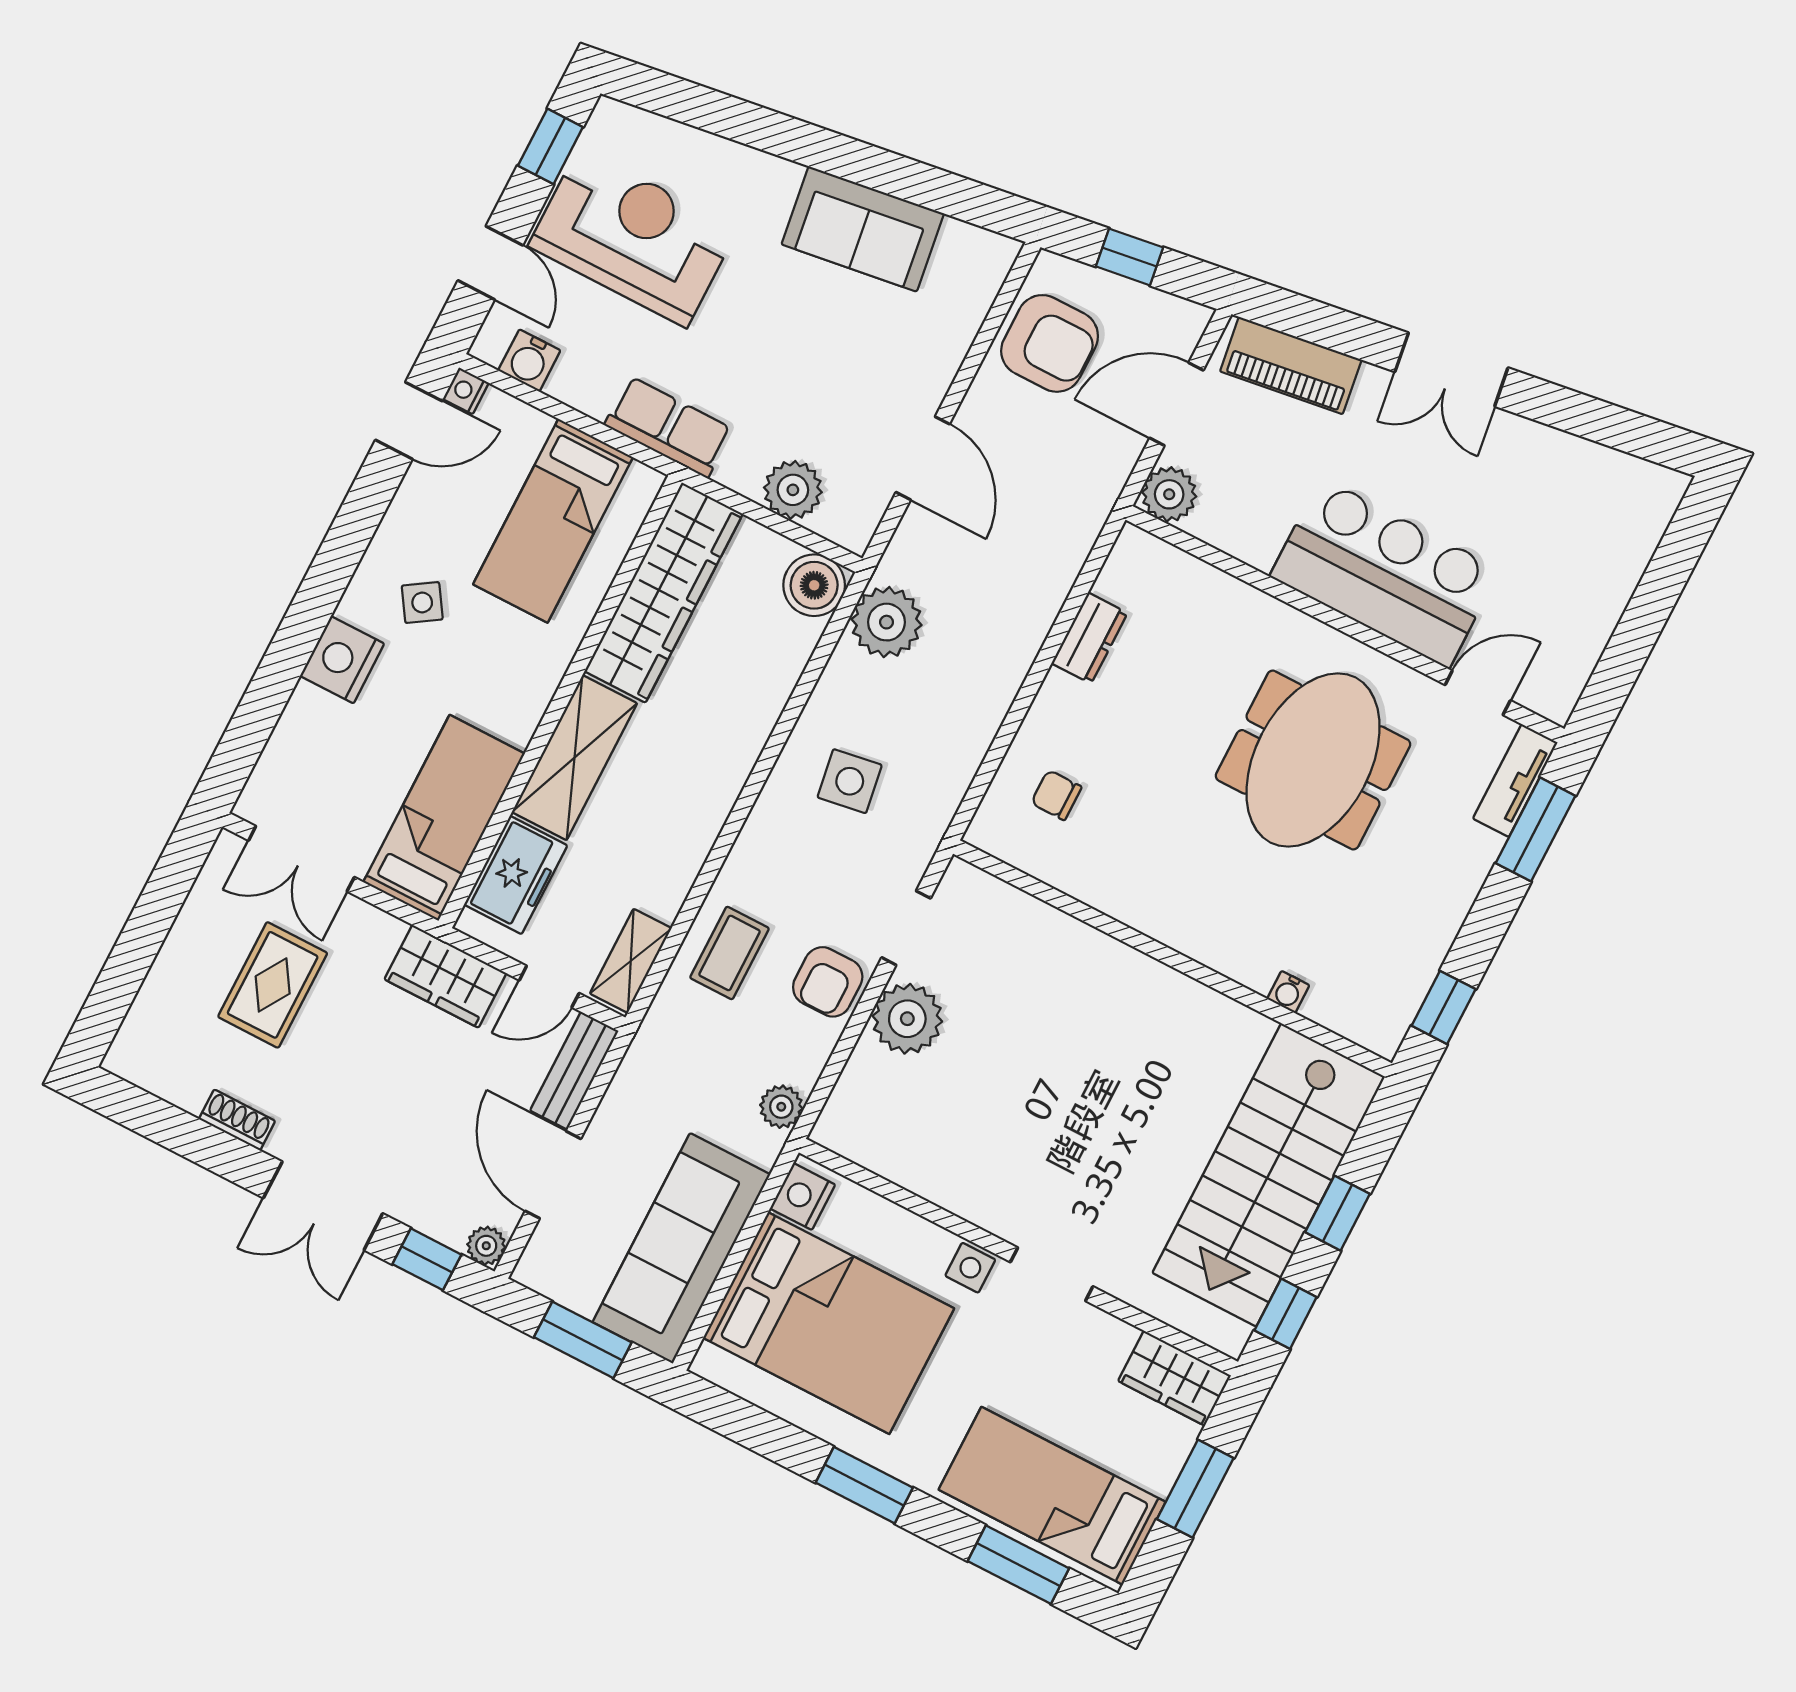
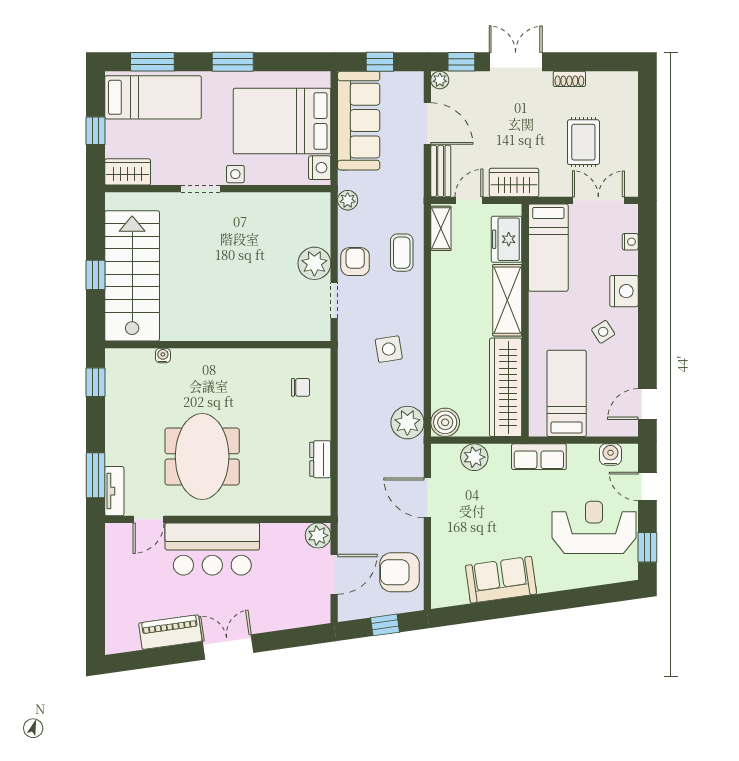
reception desk: (633, 237) -> (594, 527), turned 180
piano: (1291, 365) -> (170, 632), moved
nightstand: (466, 391) -> (630, 242), moved
window: (1286, 1314) -> (96, 222), removed
window: (583, 1340) -> (380, 62), width x0.67
window: (1195, 1489) -> (96, 131), width x0.67

